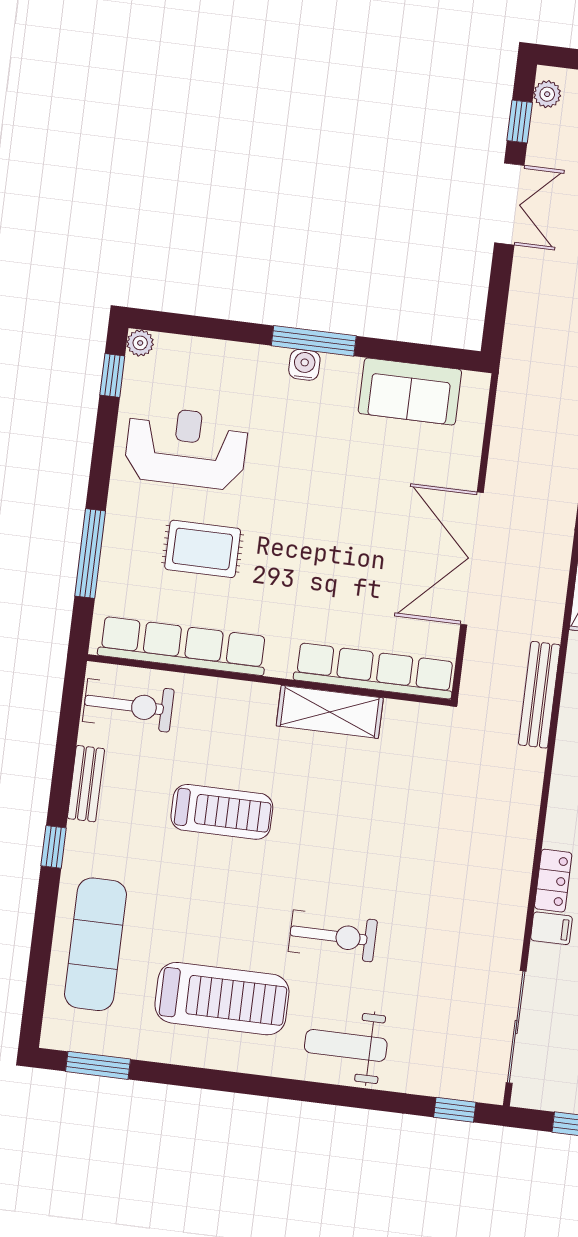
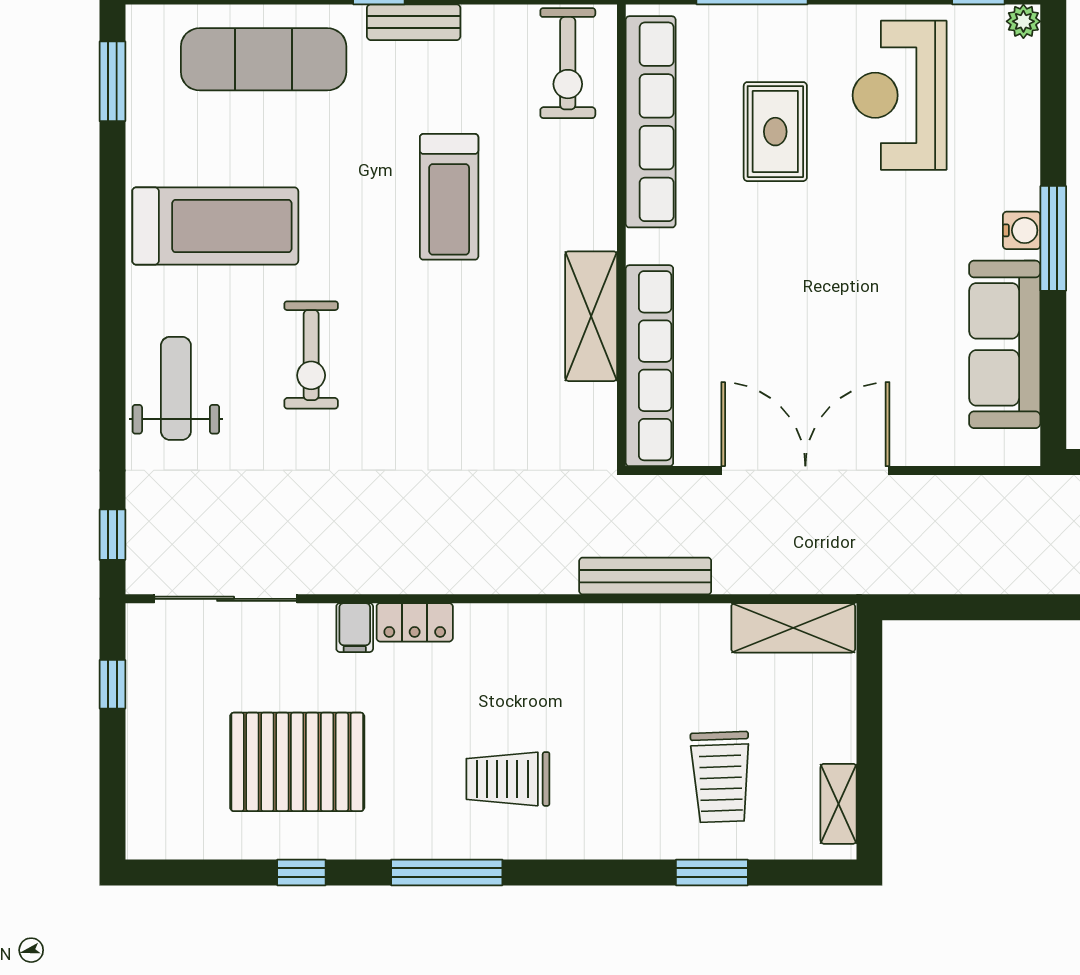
sofa: (410, 391) -> (1005, 344), width x1.36
reception desk: (186, 448) -> (900, 95), turned 180
bench: (86, 784) -> (414, 22), moved
treadmill: (222, 999) -> (215, 226), turned -90

